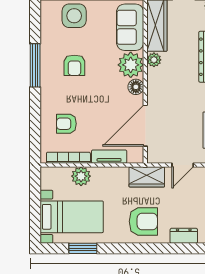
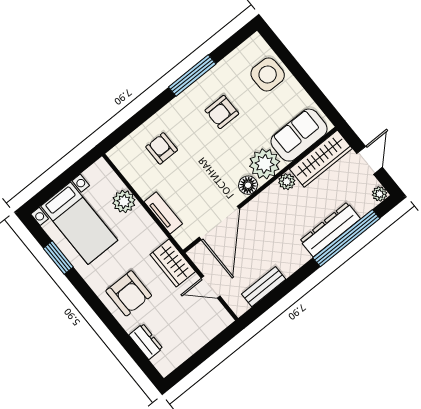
door: (145, 126) -> (219, 223), swing flipped
bookcase: (68, 158) -> (132, 176), removed

